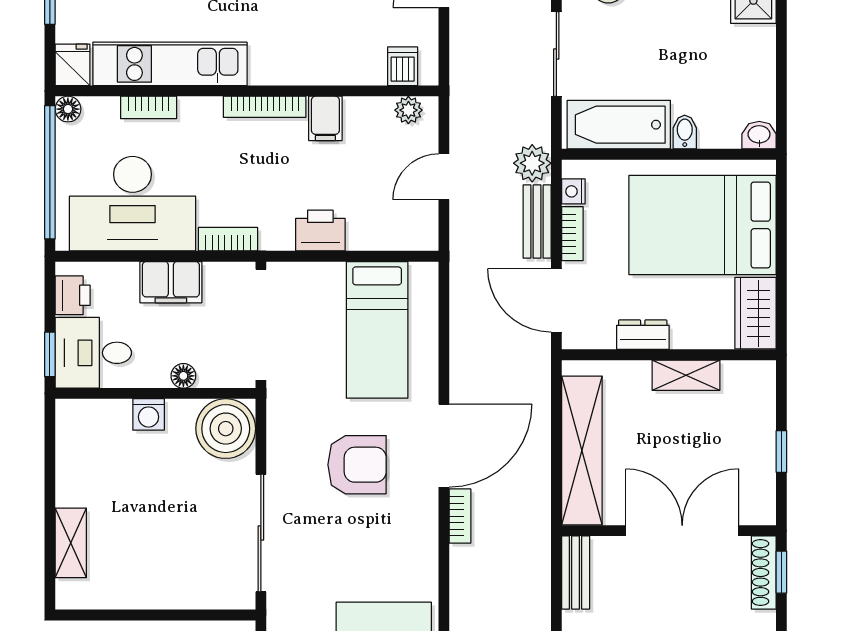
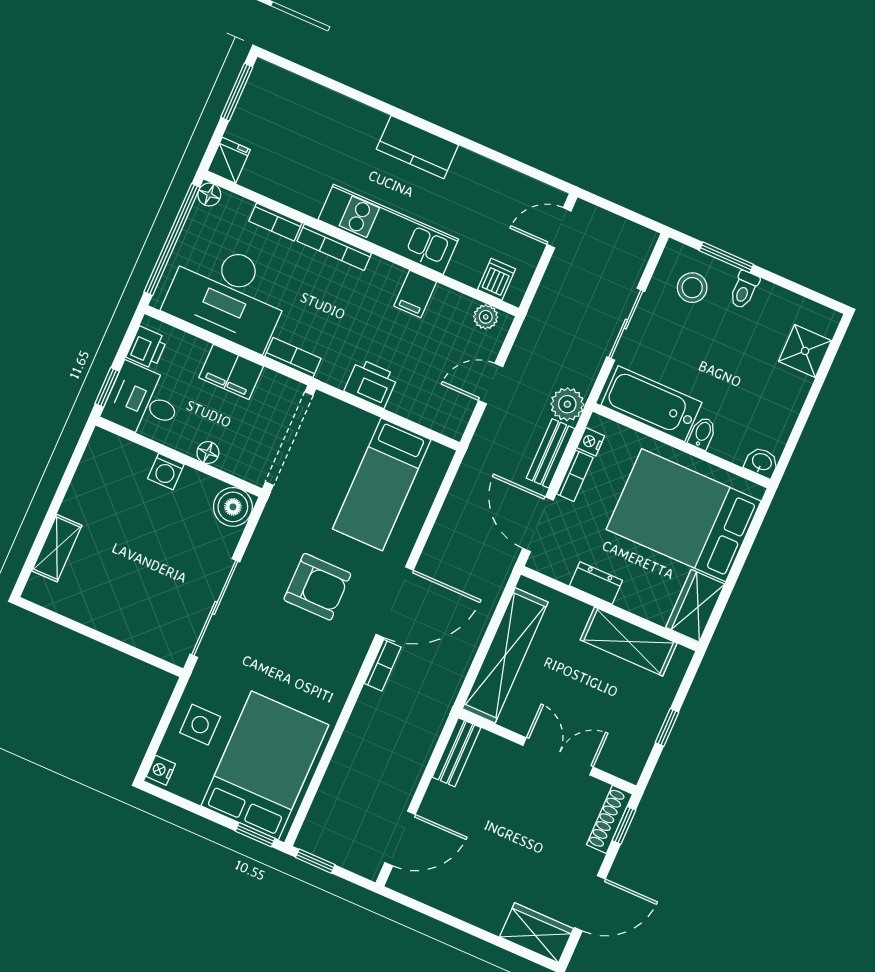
kitchen unit: (170, 64) -> (388, 229), moved
bookcase: (265, 107) -> (334, 247), moved
shelving: (686, 375) -> (629, 642), width x1.50, depth x1.33
boiler: (226, 429) -> (233, 507), width x0.73, depth x0.73
double door: (682, 531) -> (558, 756), width x0.73

